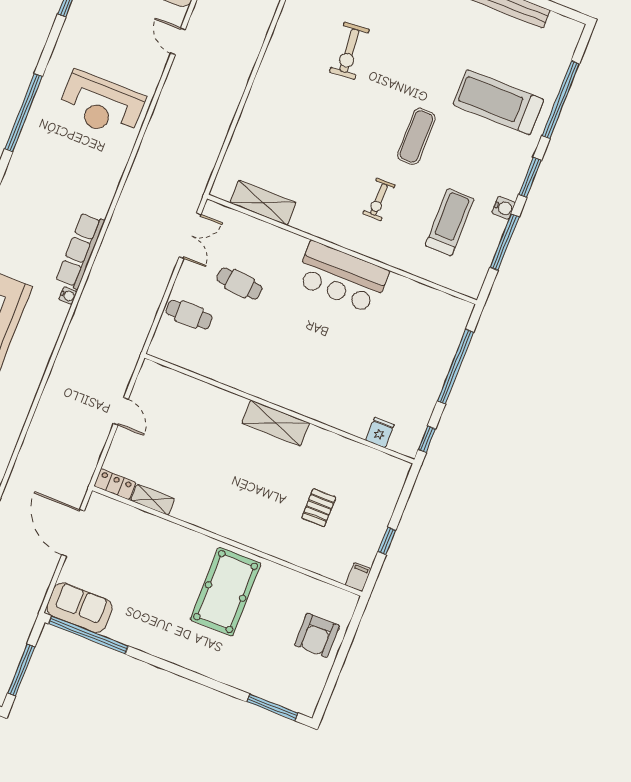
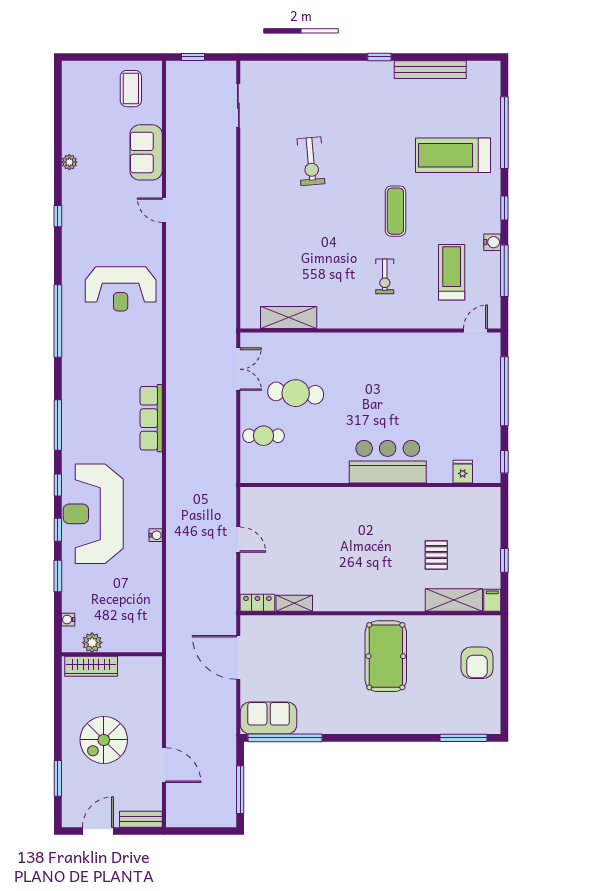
window: (530, 177) -> (504, 208), width x0.67
bar counter: (342, 277) -> (388, 462), moved, turned 180
cafe table: (239, 284) -> (296, 393), width x1.37, depth x1.35
door: (450, 292) -> (475, 330), added
water cooler: (68, 296) -> (156, 535), moved
shelving: (276, 423) -> (454, 600), moved

